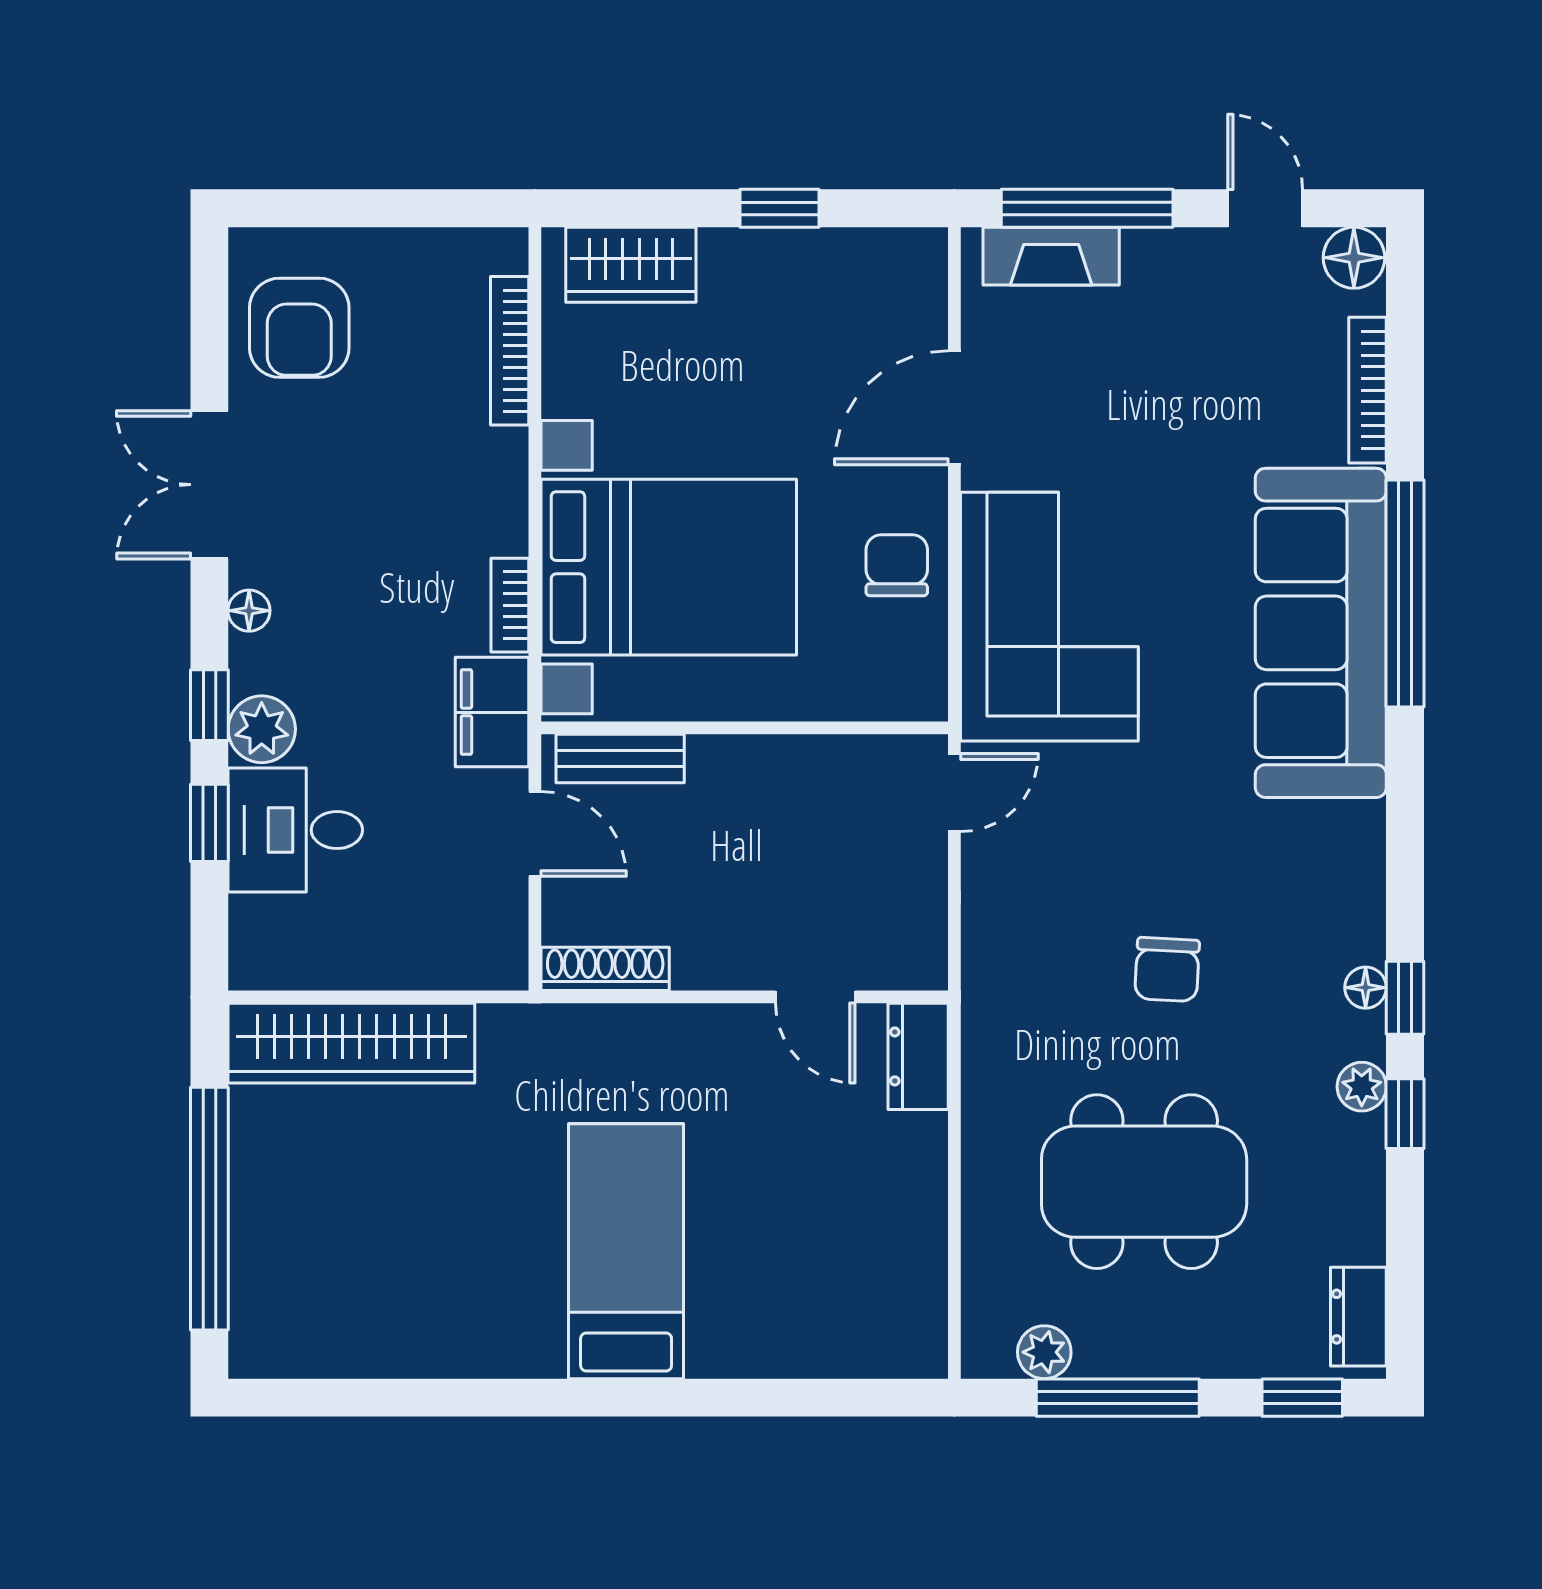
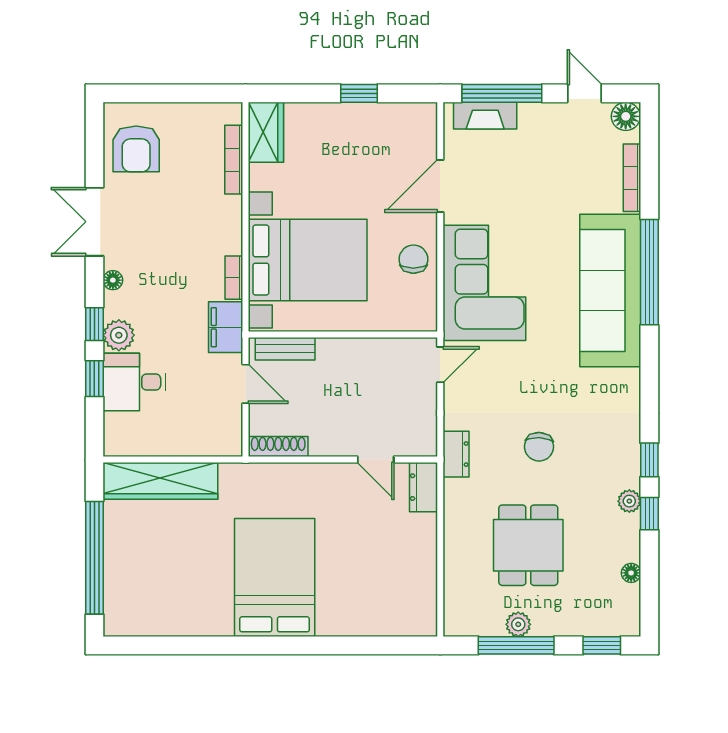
wardrobe: (631, 265) -> (266, 132), moved, turned -90
floor lamp: (1366, 988) -> (631, 573), moved
dining table: (1144, 1182) -> (528, 545), width x0.73
bed: (626, 1251) -> (275, 577), width x1.50
dresser: (1358, 1317) -> (456, 454), moved, turned 180
plant: (1044, 1352) -> (518, 624), moved

